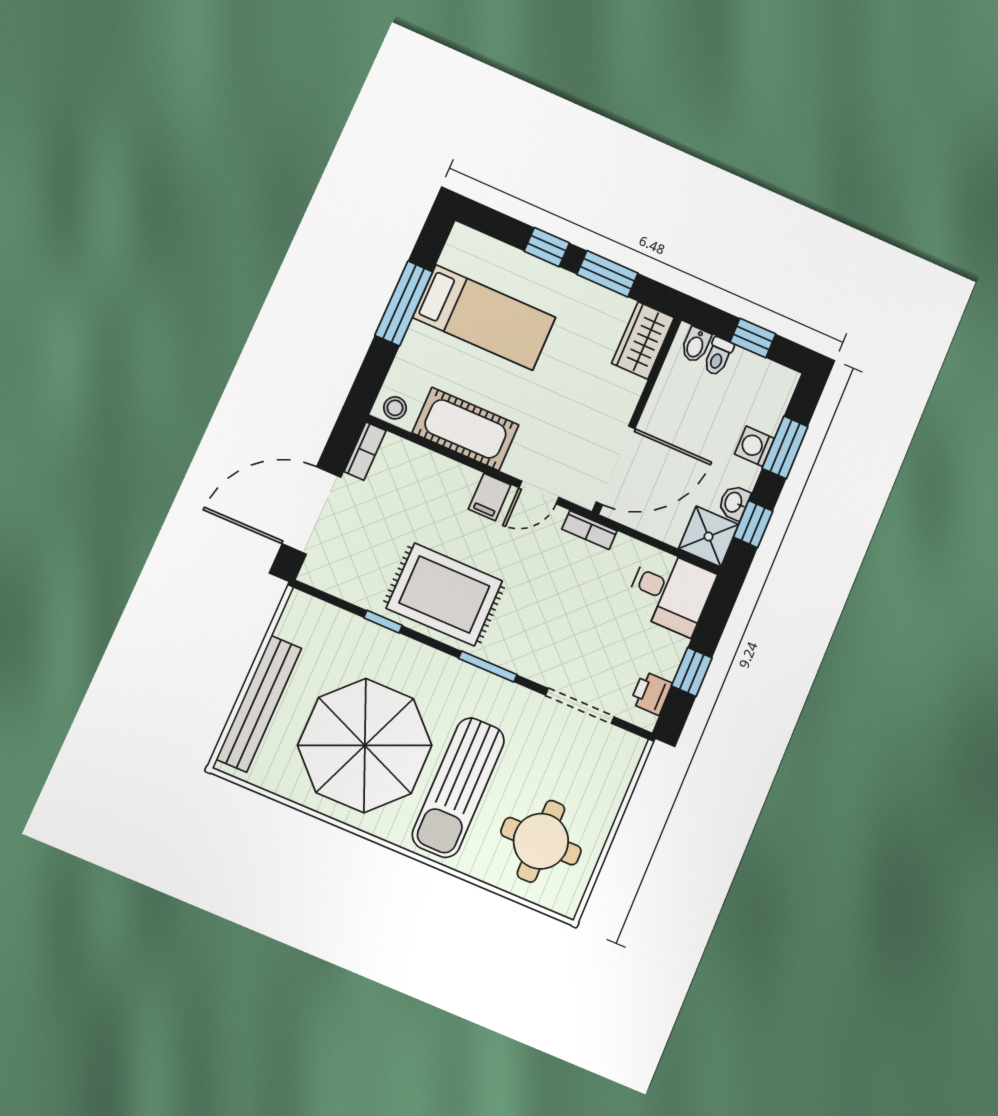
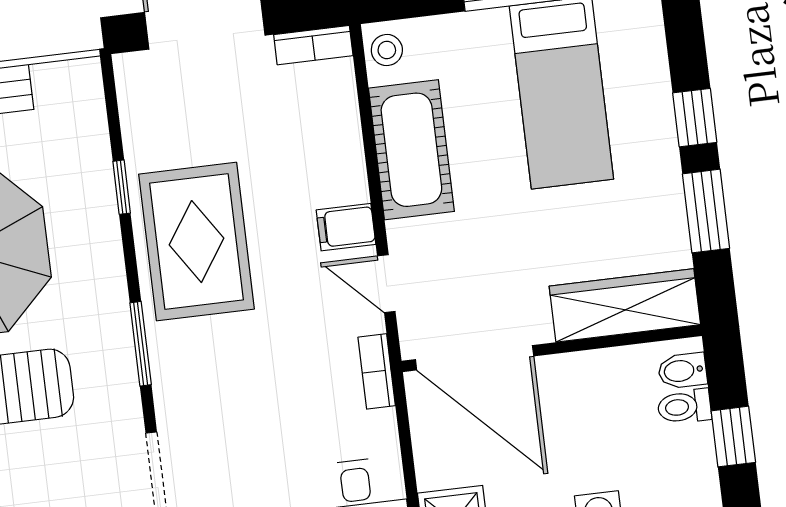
wardrobe: (643, 340) -> (625, 305), width x1.50

